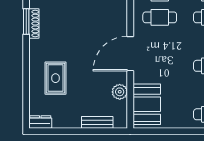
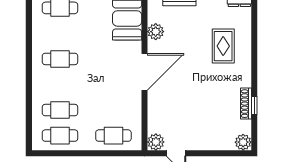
cafe table: (160, 17) -> (113, 110), removed
window: (26, 22) -> (254, 106), width x0.67

